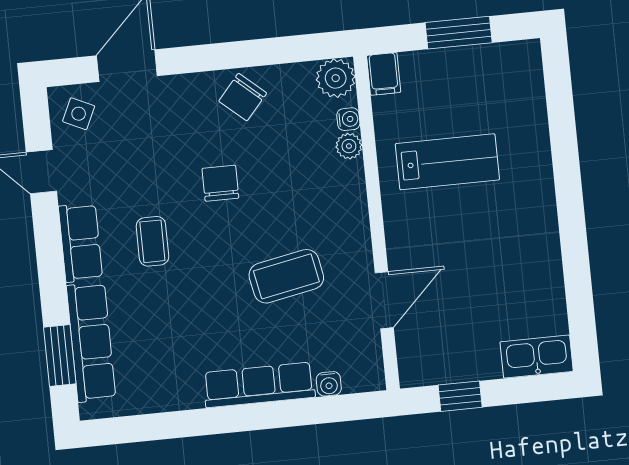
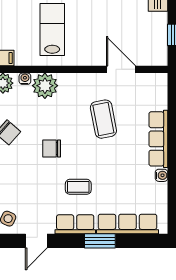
plant: (349, 146) -> (45, 86), width x1.87, depth x1.87
window: (60, 355) -> (100, 241), moved
water cooler: (329, 384) -> (161, 175), moved

